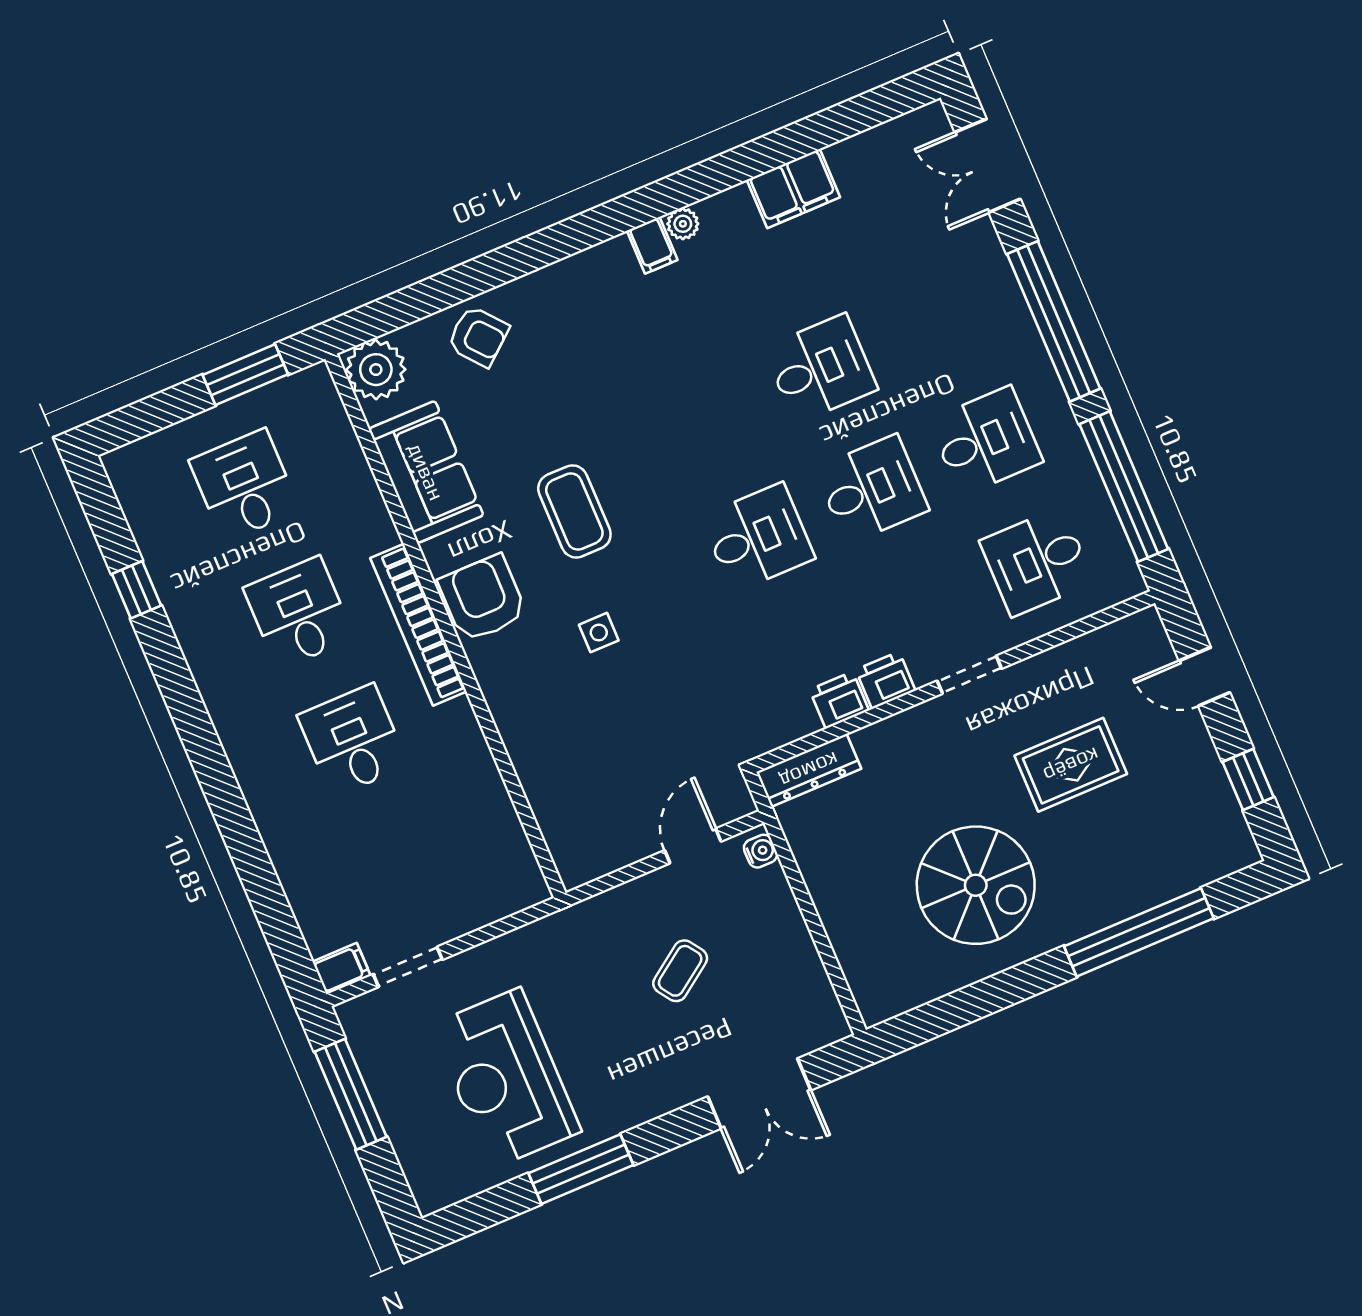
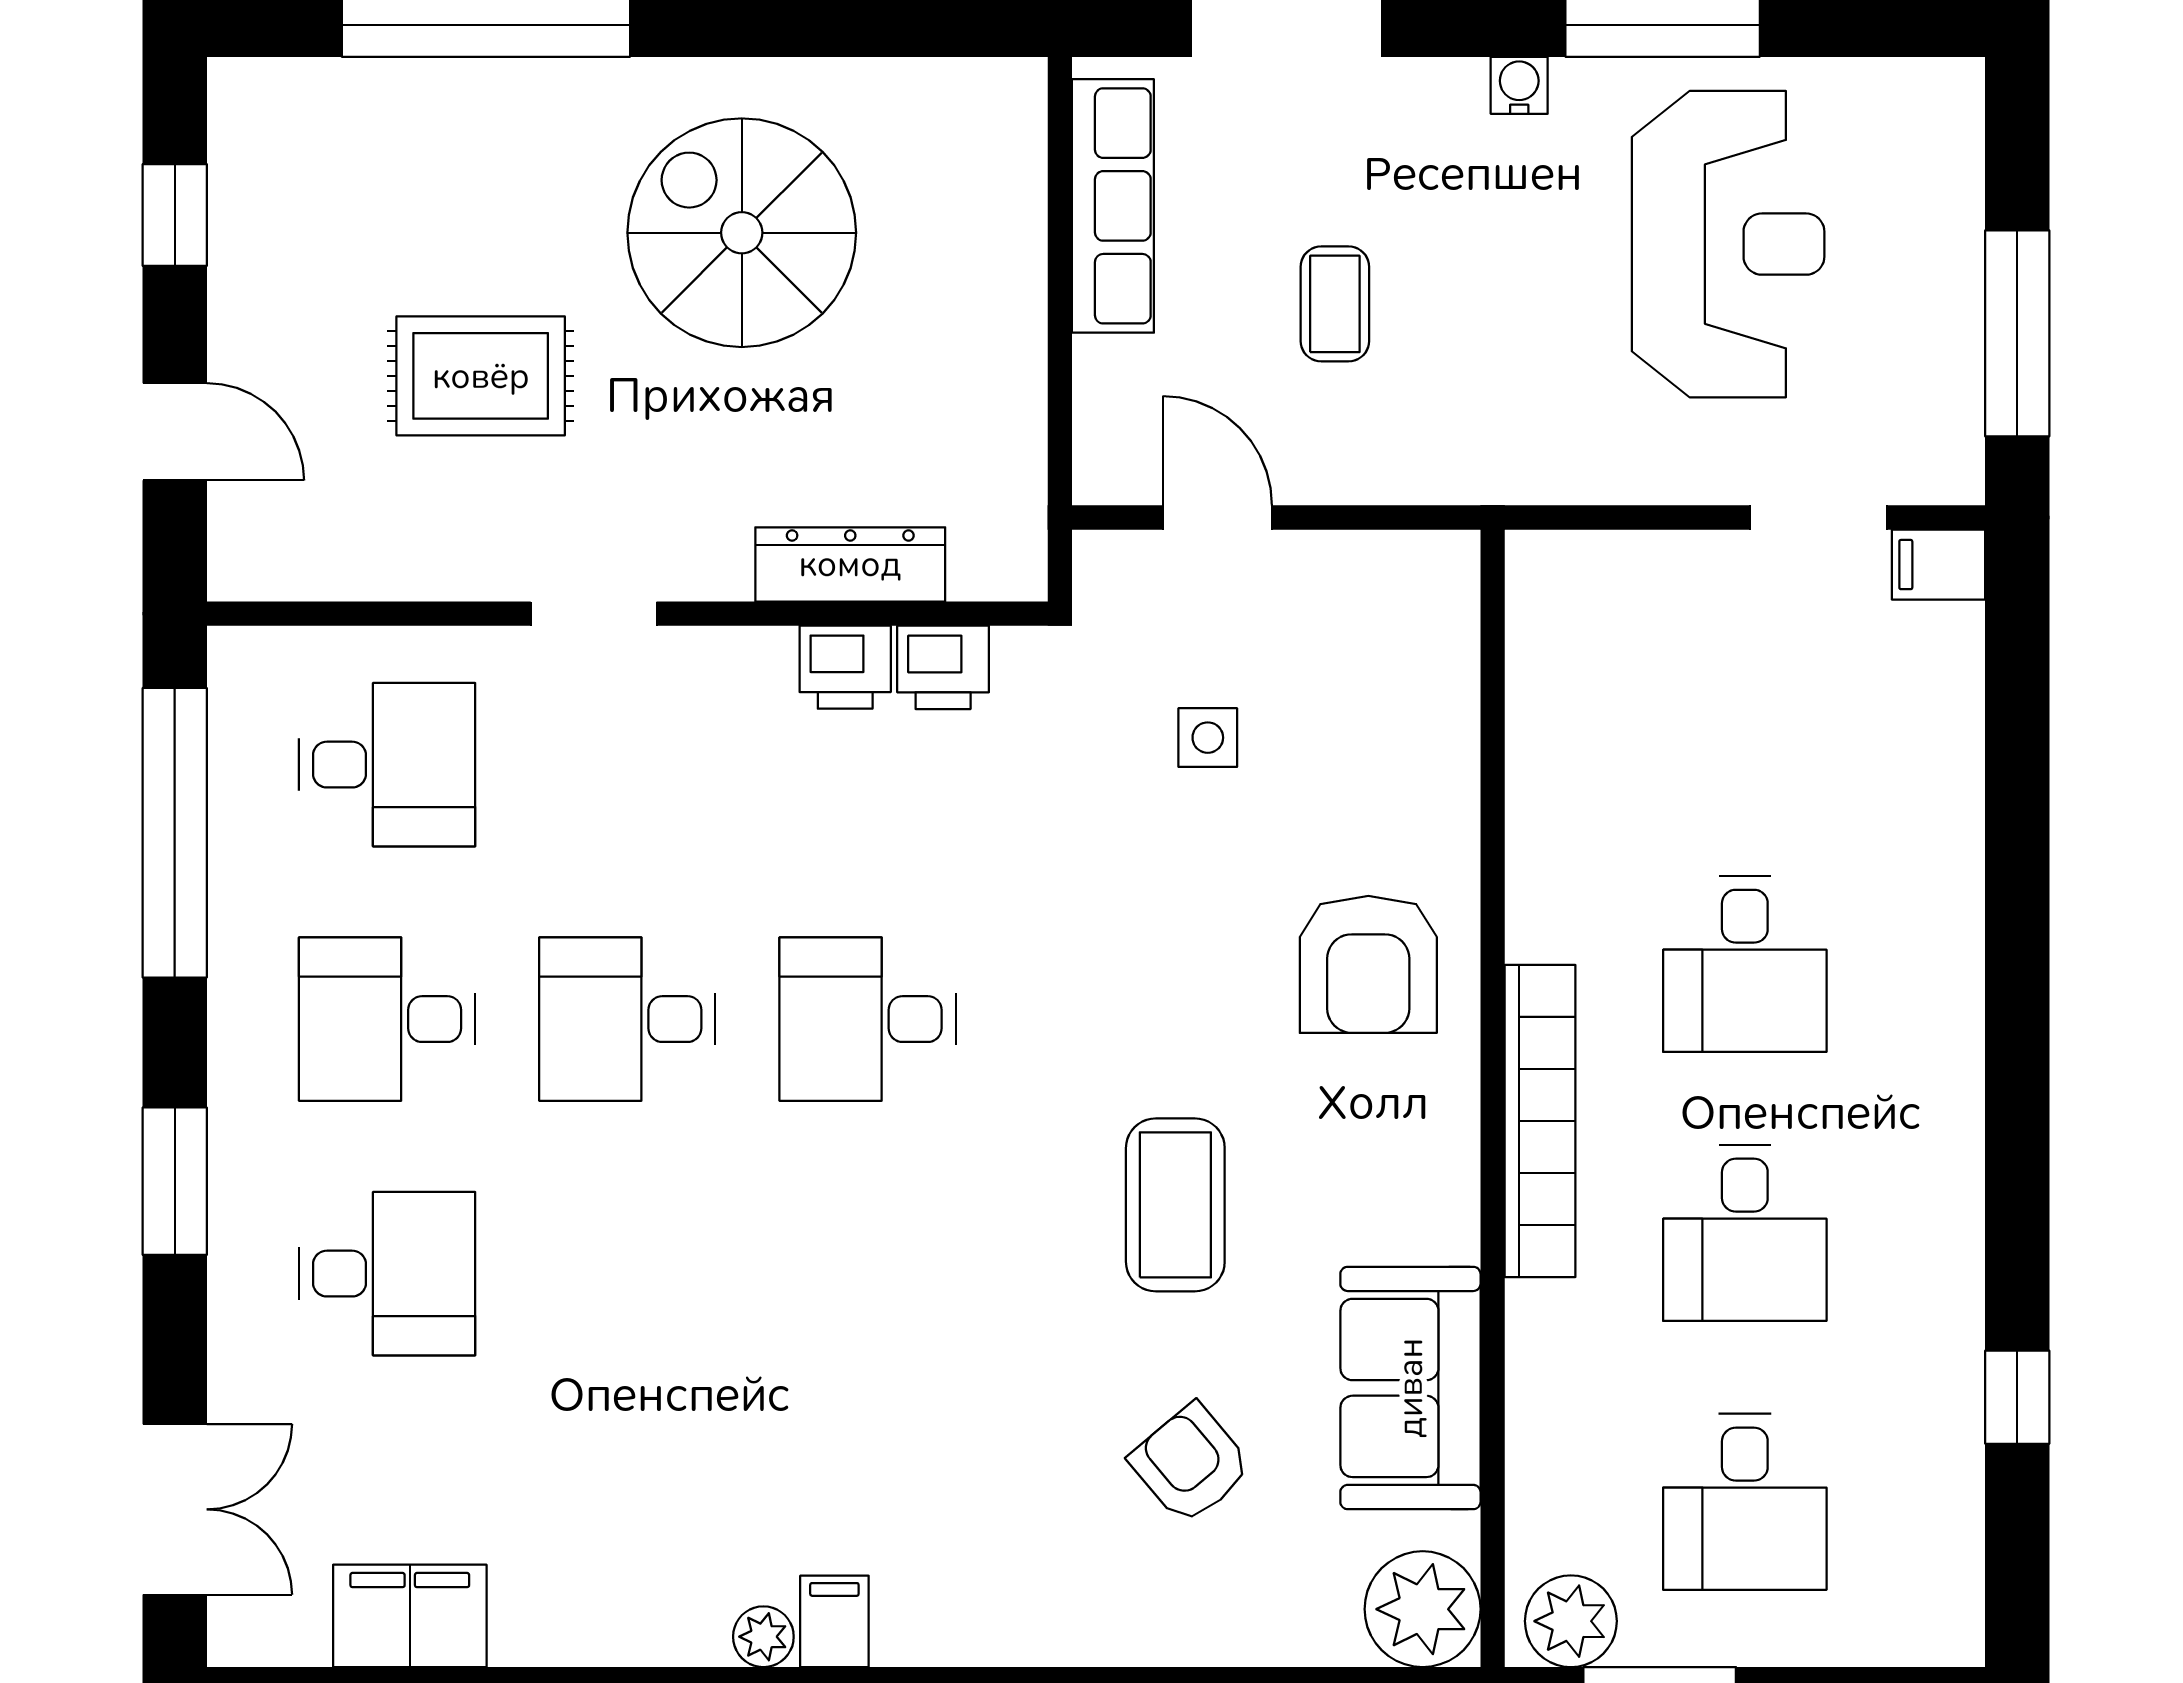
filing cabinet: (793, 189) -> (410, 1616), moved
window: (1054, 321) -> (175, 1181), width x0.47
armchair: (478, 336) -> (1191, 1464), moved
desk: (820, 369) -> (387, 1274), moved, turned 180
plant: (303, 394) -> (1571, 1621), added
armchair: (483, 598) -> (1368, 964), moved
side table: (599, 633) -> (1208, 738), moved
printer: (886, 680) -> (943, 667), moved
dresser: (809, 770) -> (850, 564), moved
door: (693, 846) -> (1217, 517), swing flipped
water cooler: (760, 851) -> (1519, 85), moved, turned 90
coffee table: (680, 971) -> (1335, 304), turned -55
row of seats: (805, 973) -> (1113, 206), added

